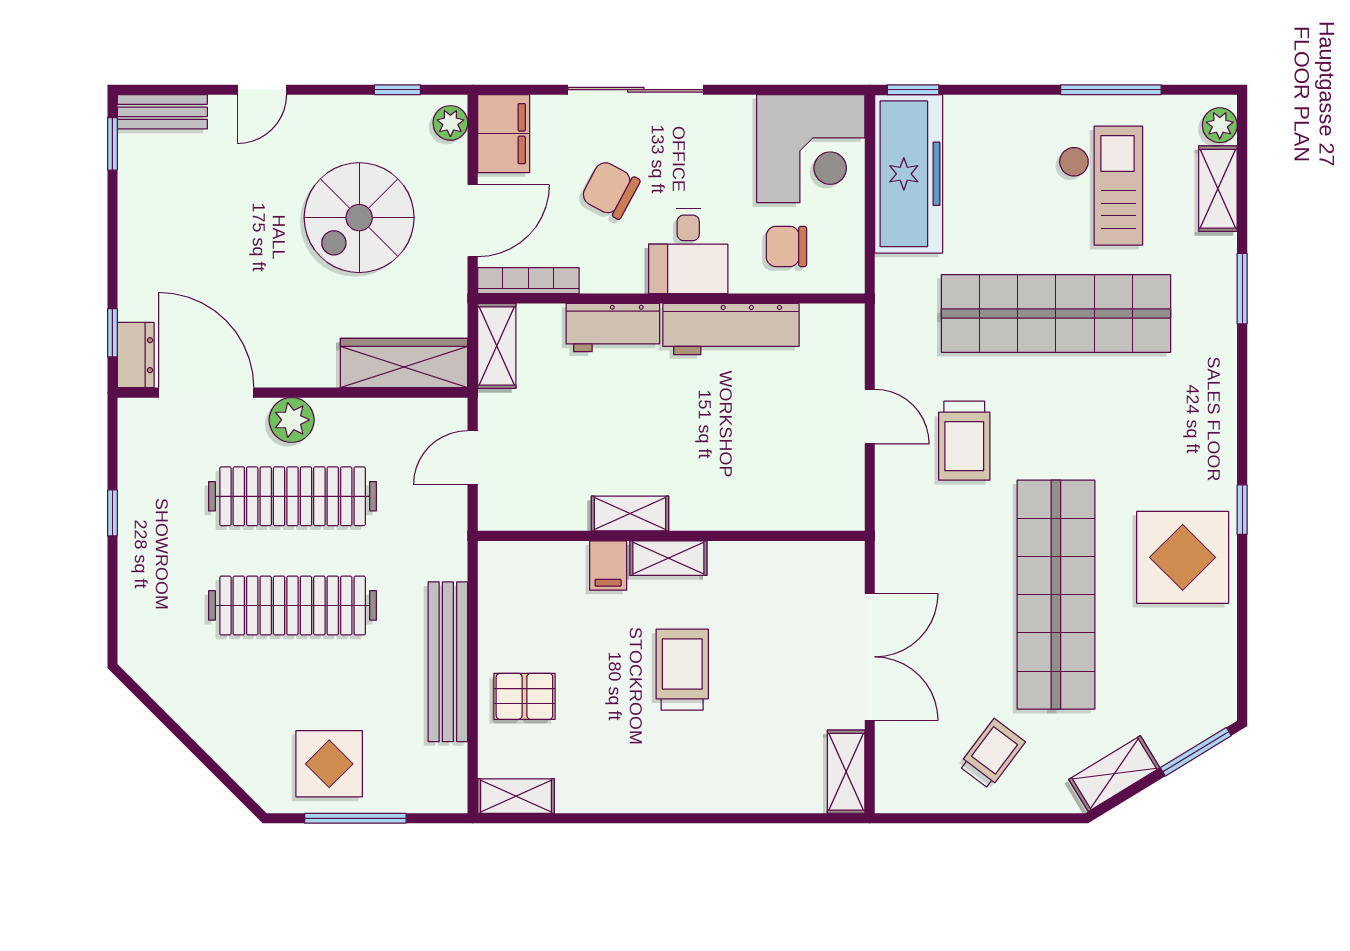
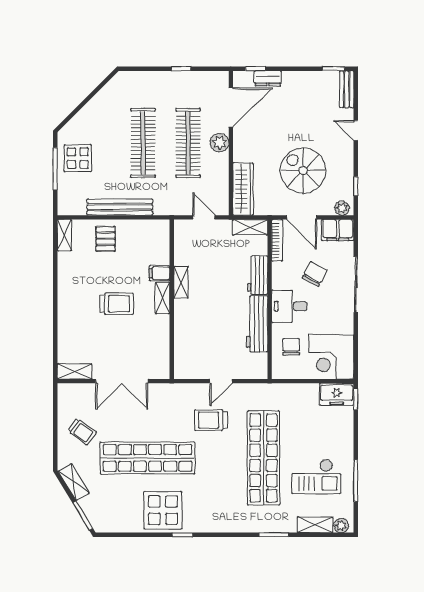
freezer: (909, 174) -> (337, 394), width x0.52, depth x0.79
dresser: (136, 355) -> (268, 78), moved

